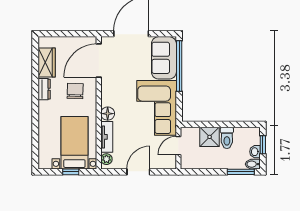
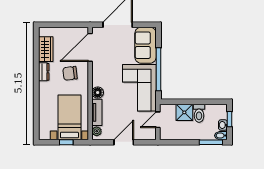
window: (179, 66) -> (158, 69), moved
chair: (75, 91) -> (70, 73), turned -99

